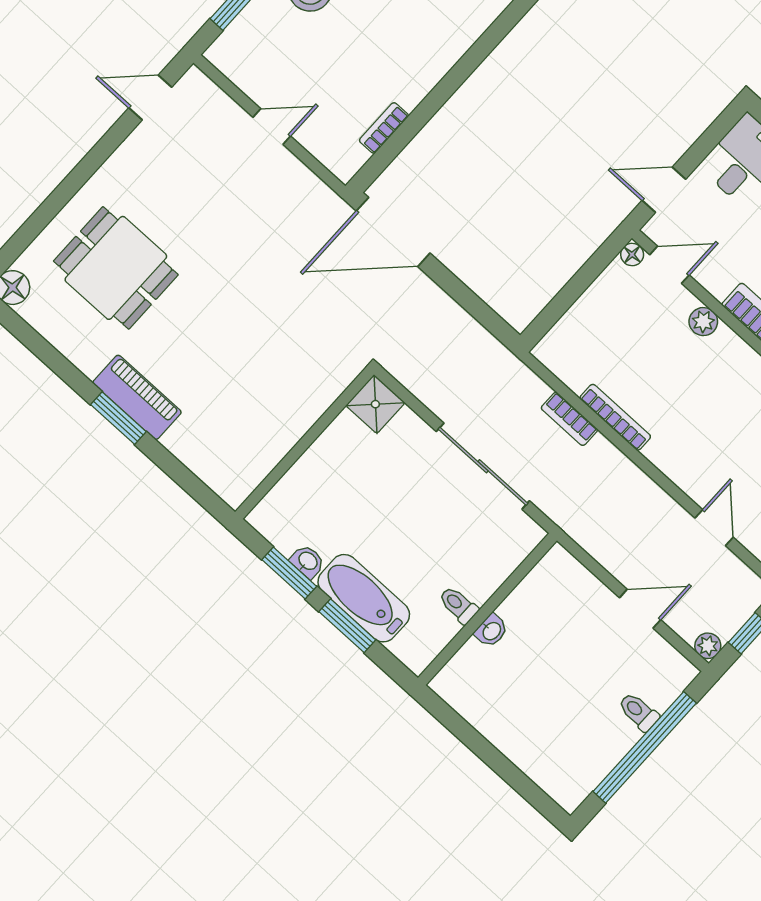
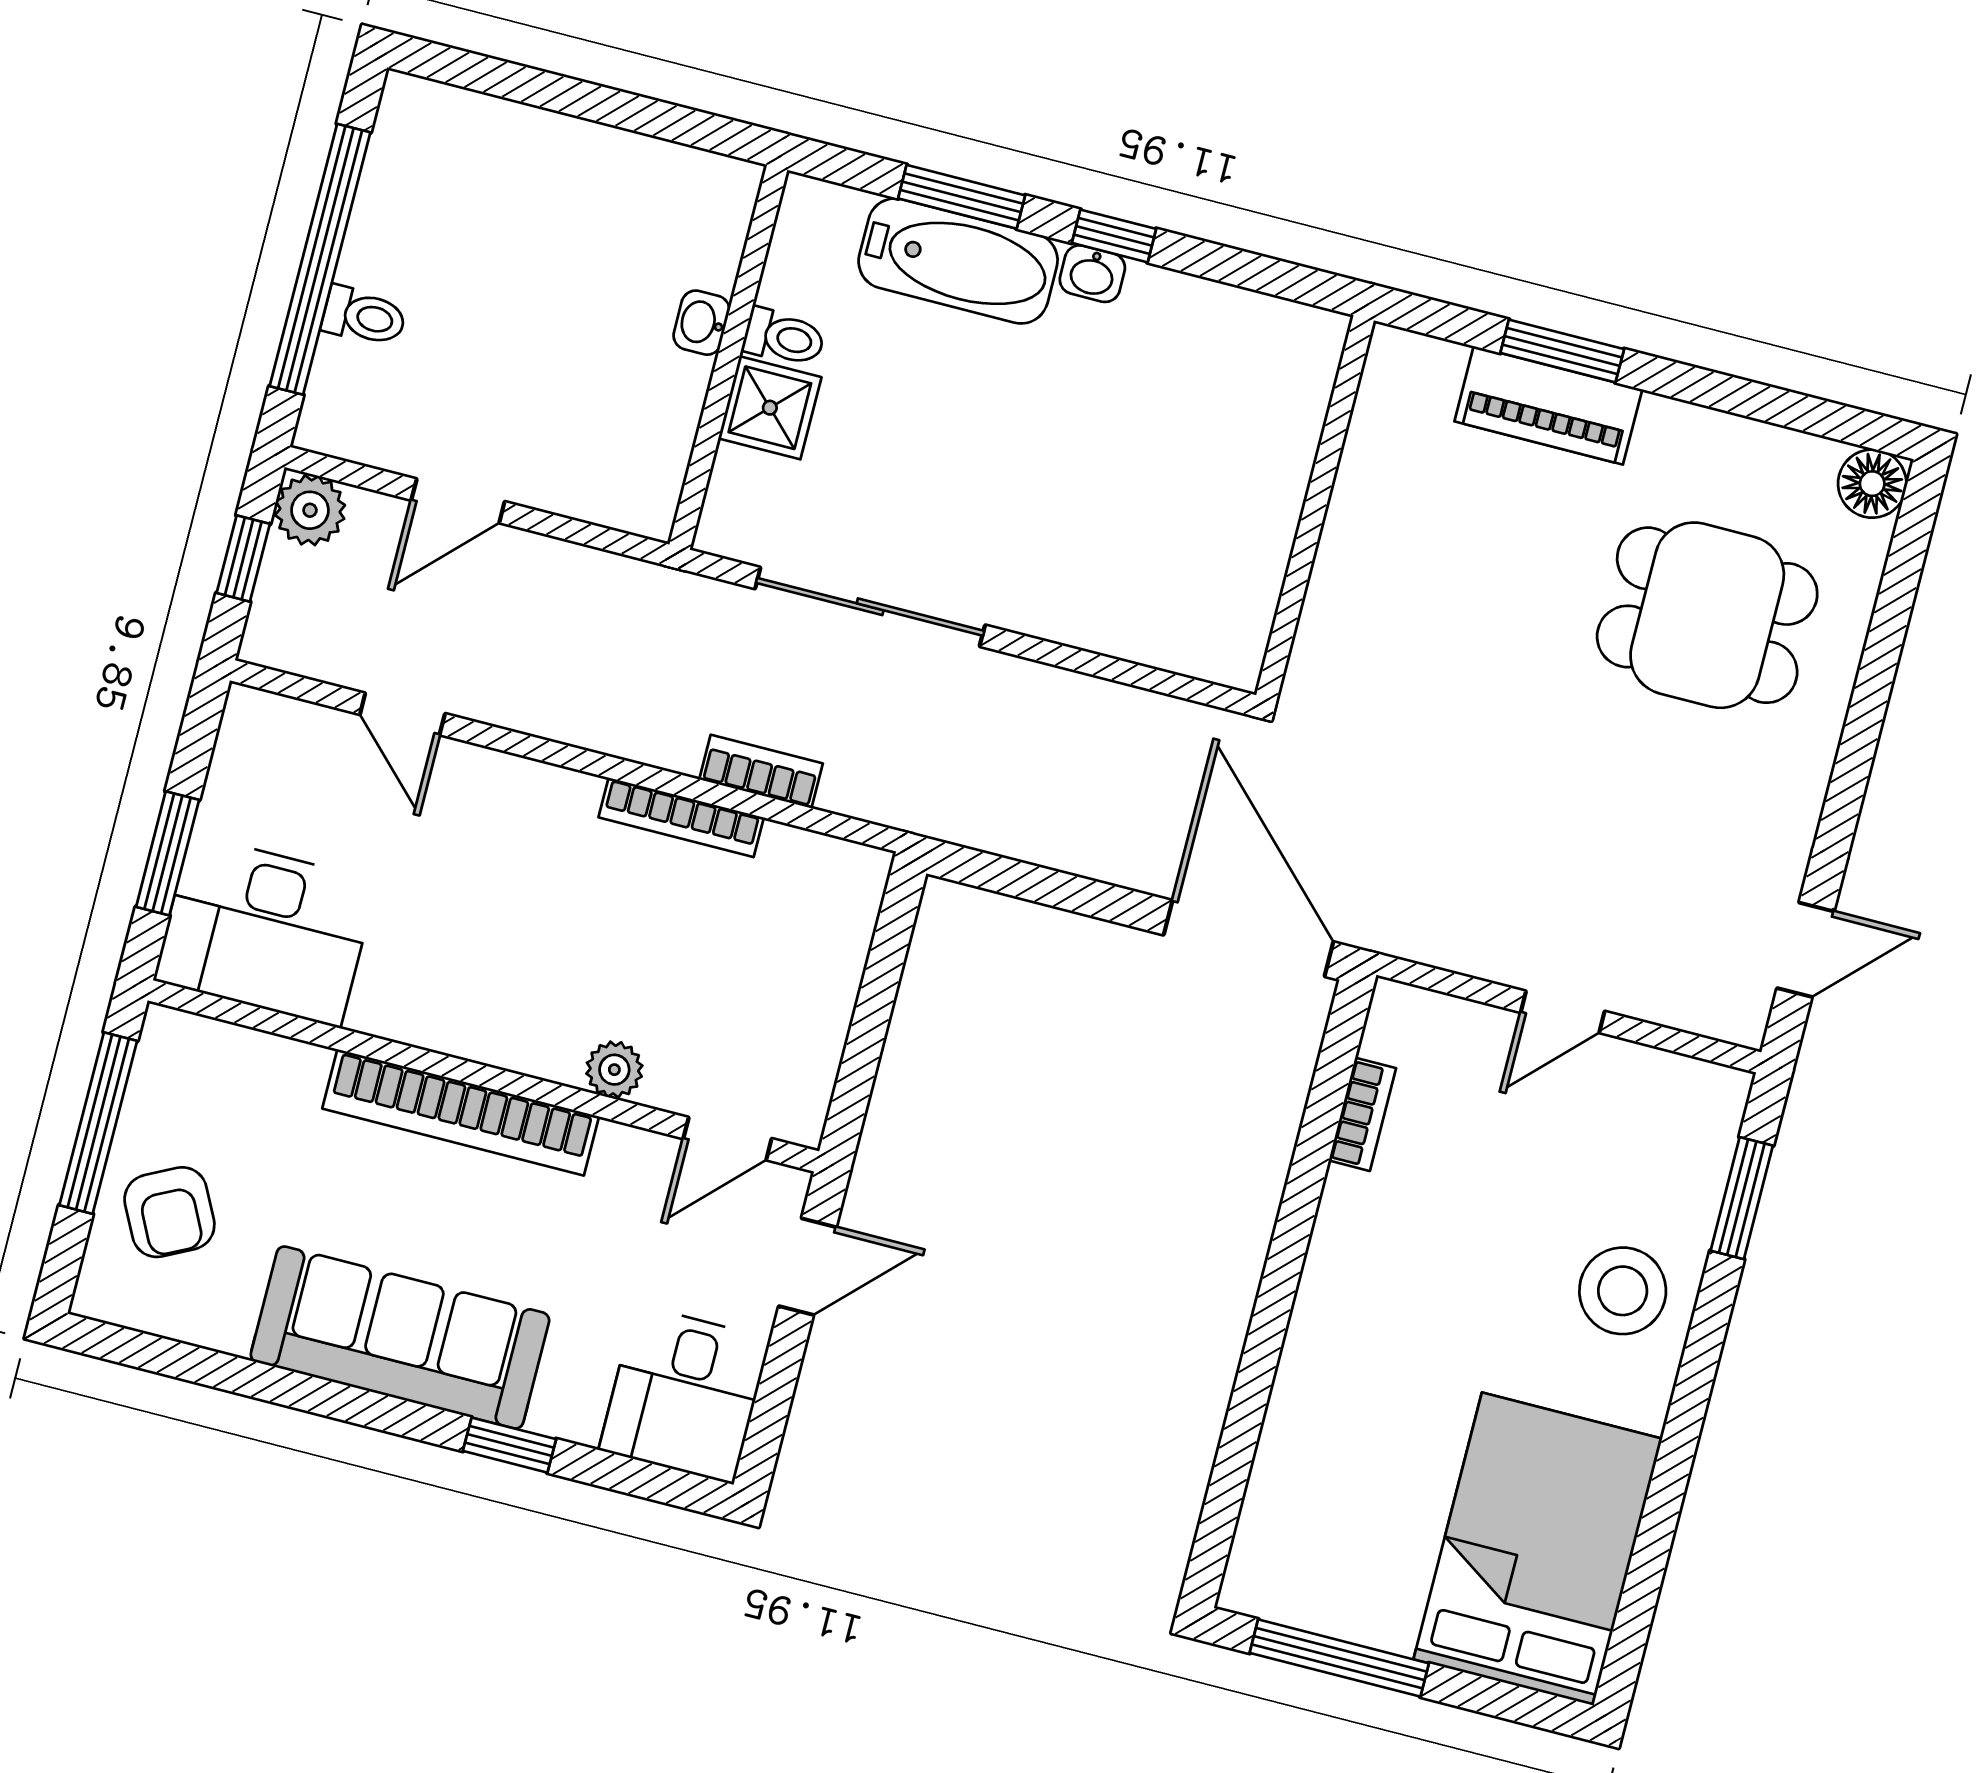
door: (393, 232) -> (1248, 938), hinge flipped
floor lamp: (632, 254) -> (803, 1122), removed
shower: (375, 404) -> (770, 408), moved
wall: (304, 443) -> (1315, 508), moved
window: (289, 573) -> (1114, 236), width x0.67
plant: (708, 646) -> (310, 510), width x1.38, depth x1.38

